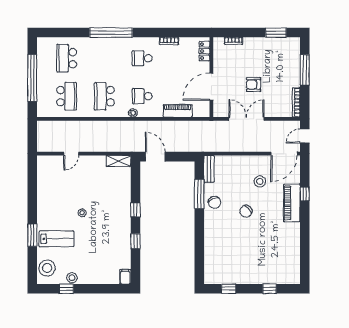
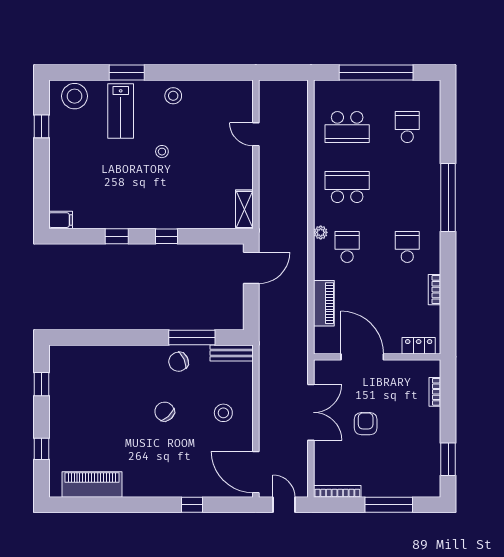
school desk: (67, 58) -> (407, 127), width x0.54
stool: (260, 181) -> (223, 413), moved
piano: (292, 203) -> (92, 485), moved
stool: (72, 278) -> (173, 96), moved

